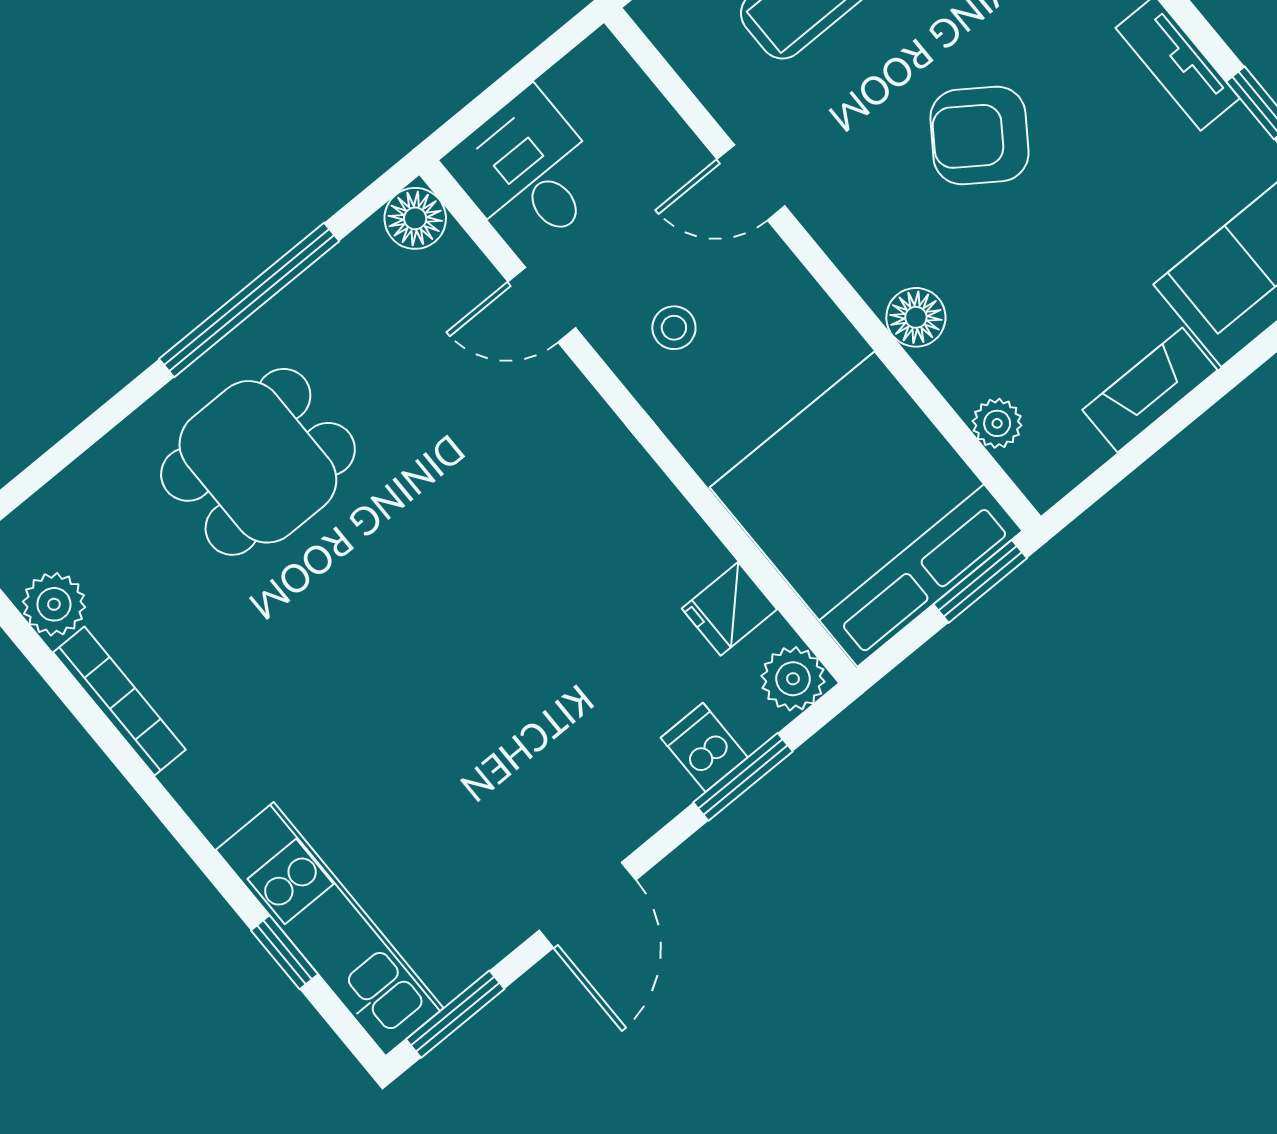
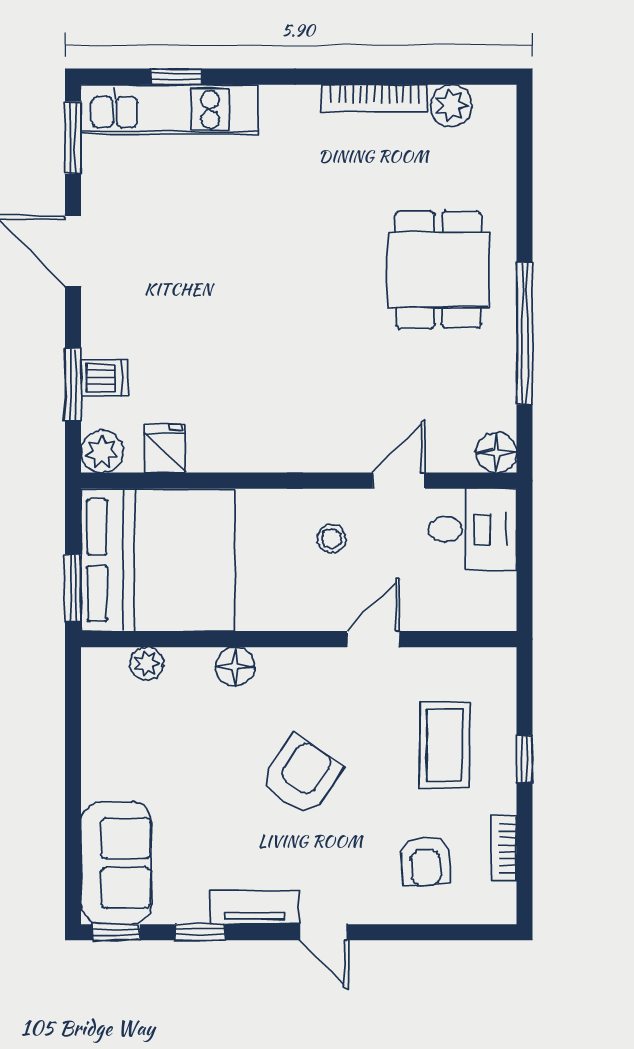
fireplace: (1150, 390) -> (99, 756), removed

